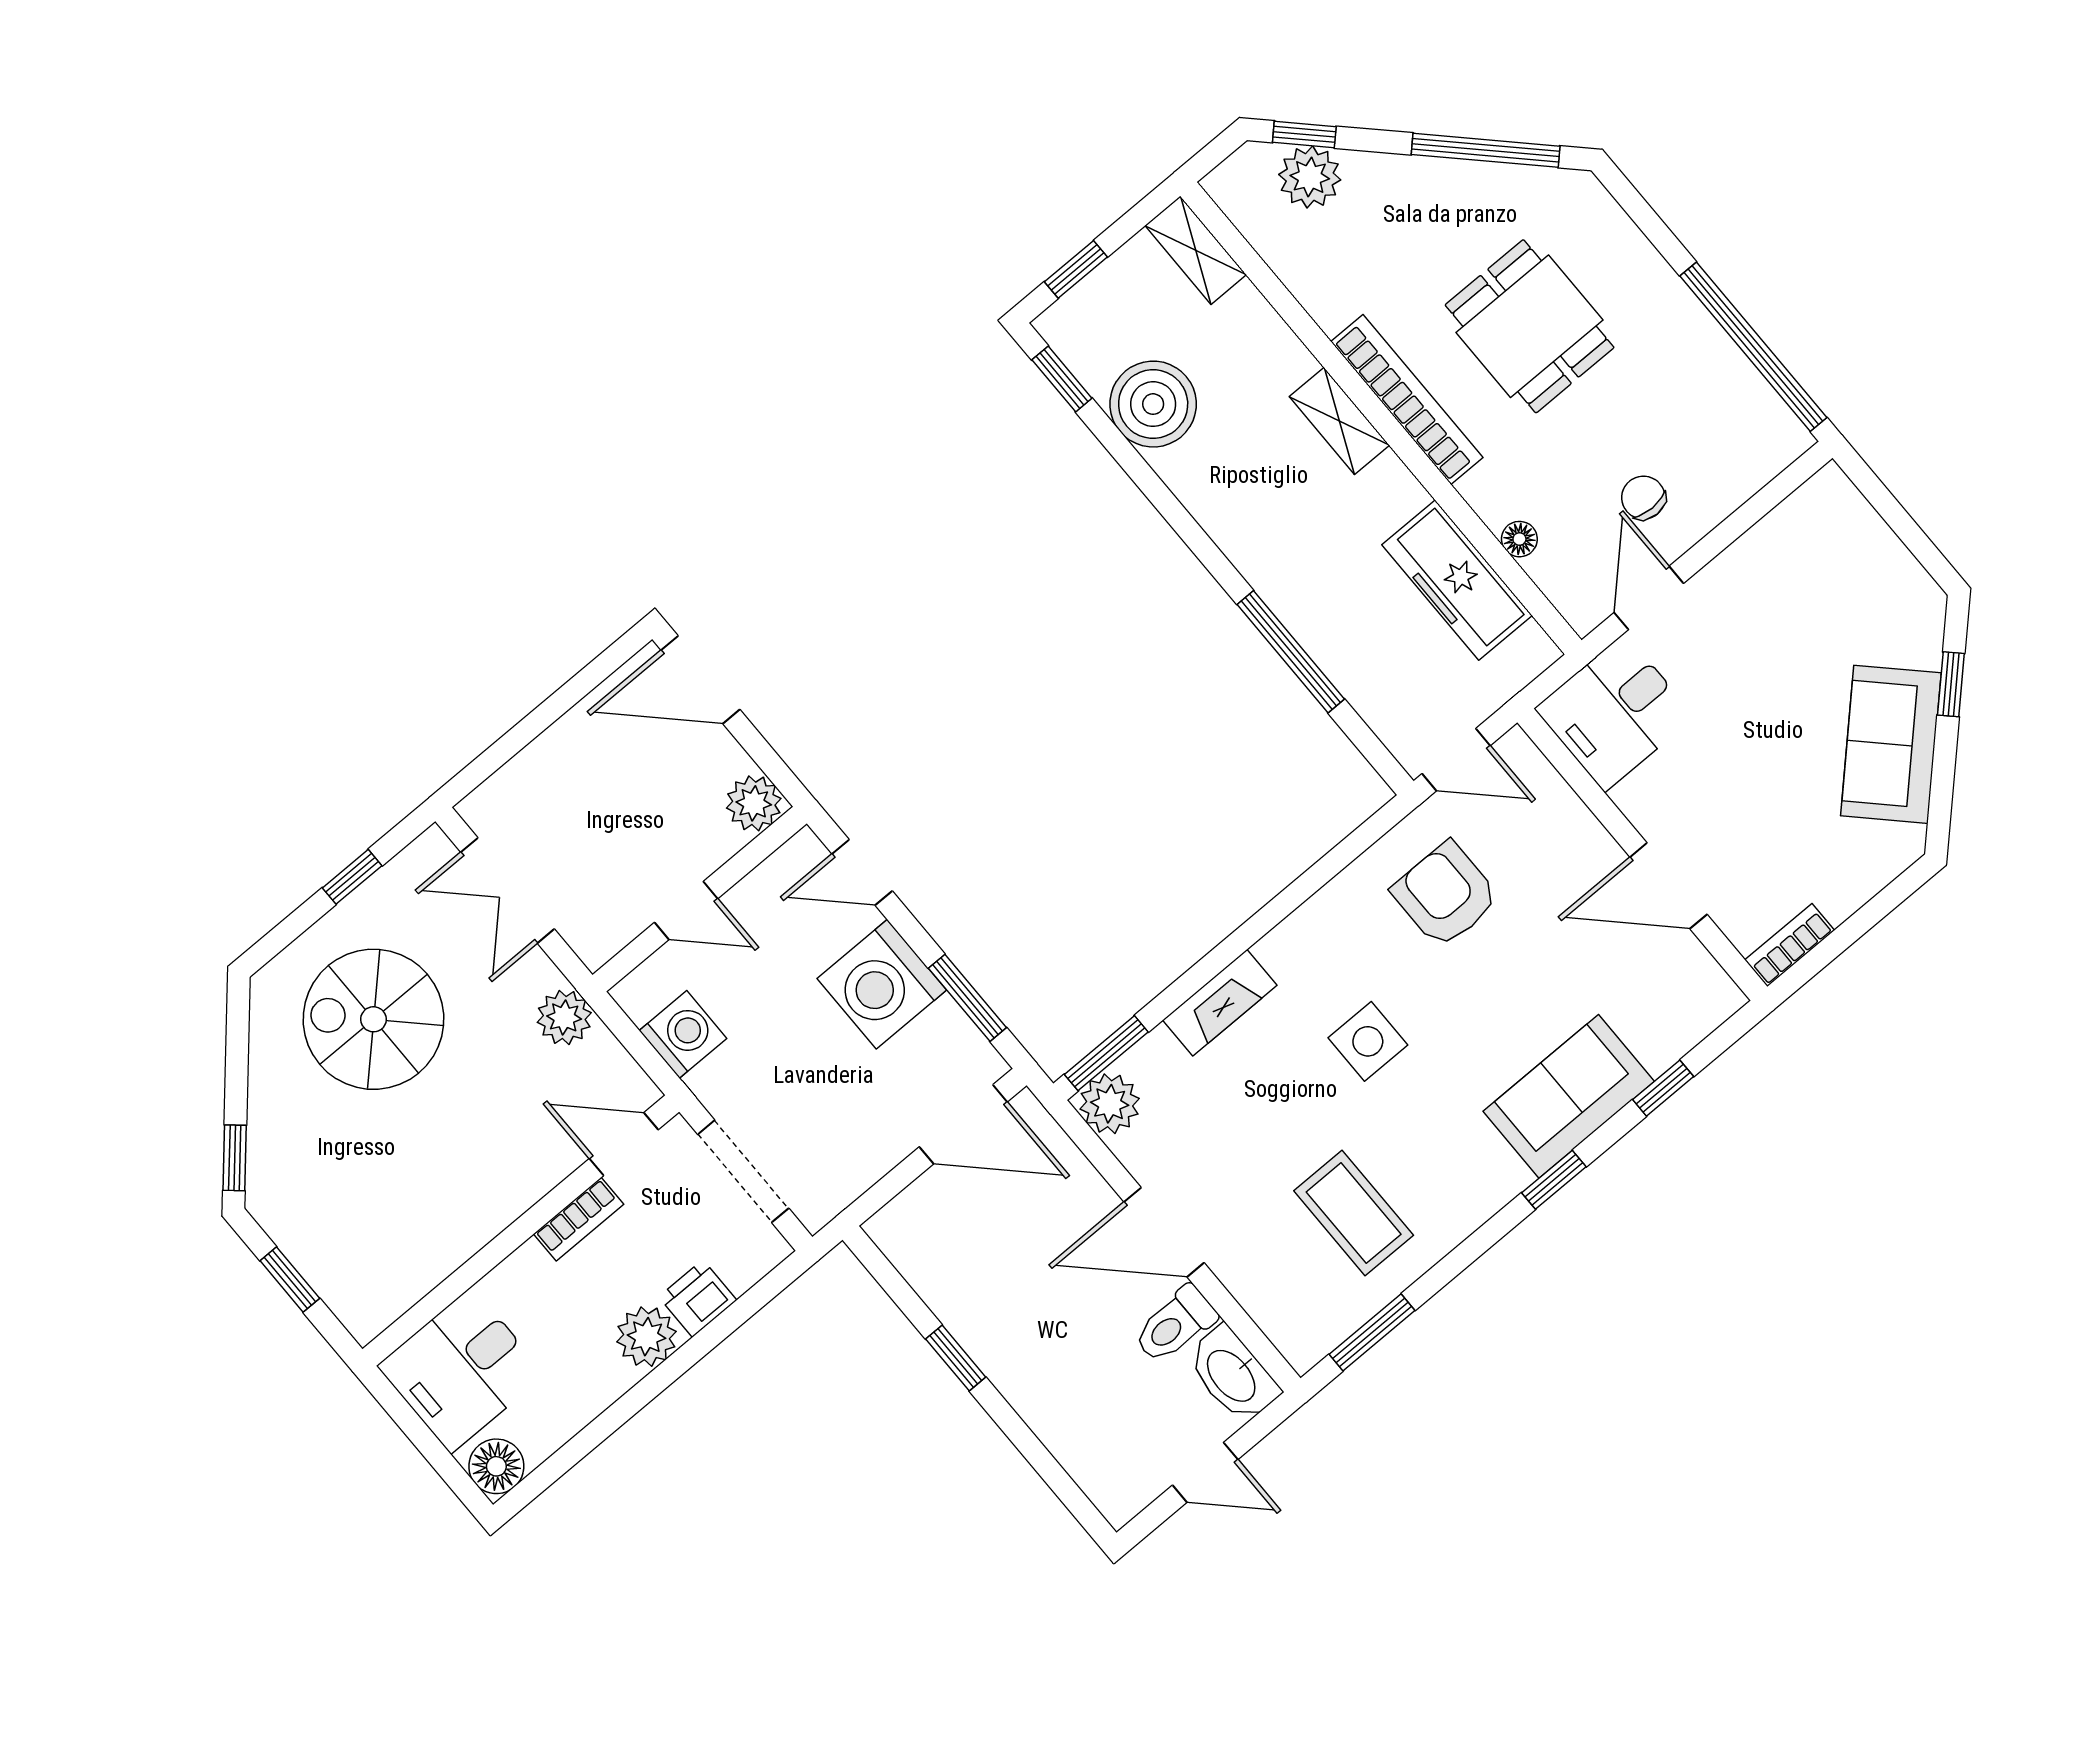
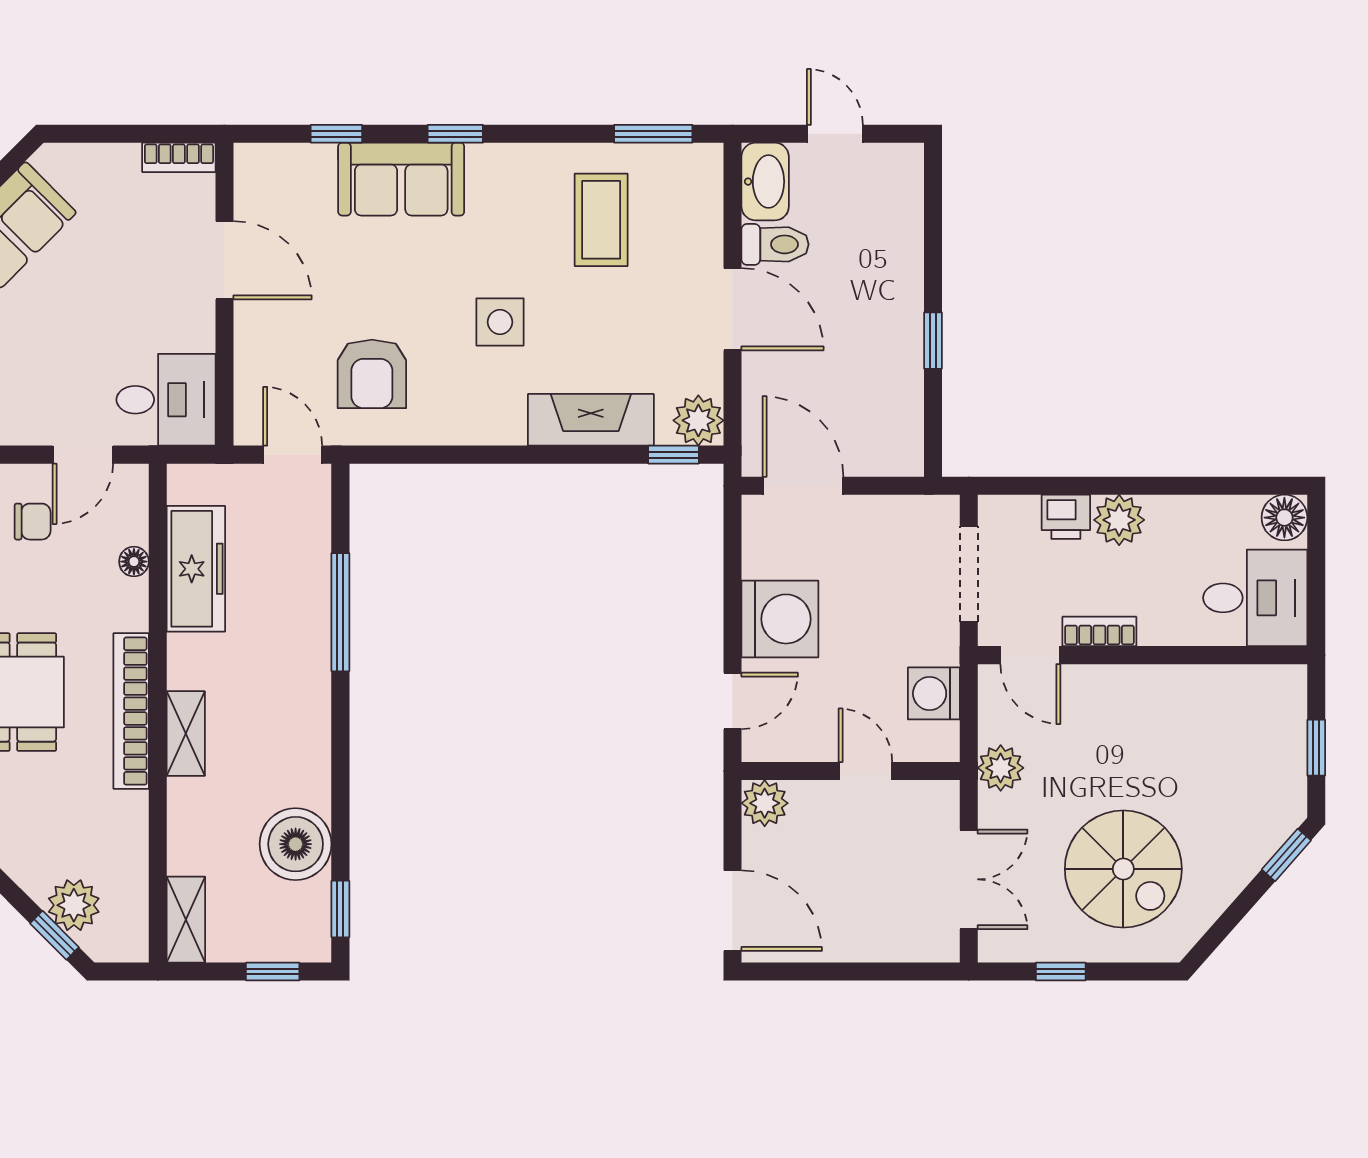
chair: (1643, 498) -> (33, 522), turned -90
door: (862, 872) -> (732, 701), hinge flipped
window: (967, 998) -> (732, 564), removed
fireplace: (1220, 1003) -> (591, 420), width x1.37, depth x1.32
window: (1106, 1053) -> (673, 455), width x0.67

